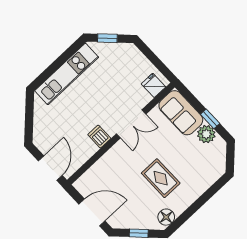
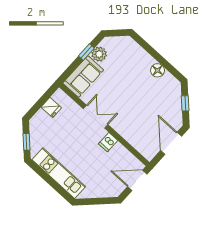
fridge: (153, 85) -> (51, 107), moved, turned -90
rug: (161, 178) -> (138, 89), removed
floor lamp: (166, 217) -> (158, 70), moved

